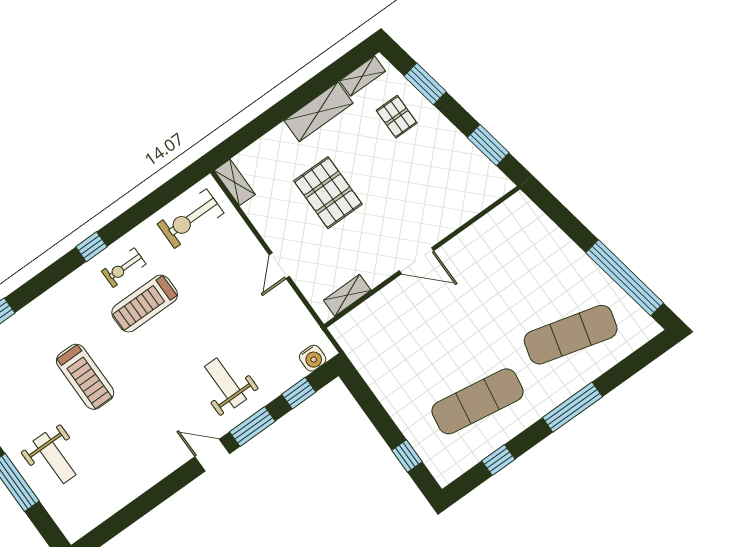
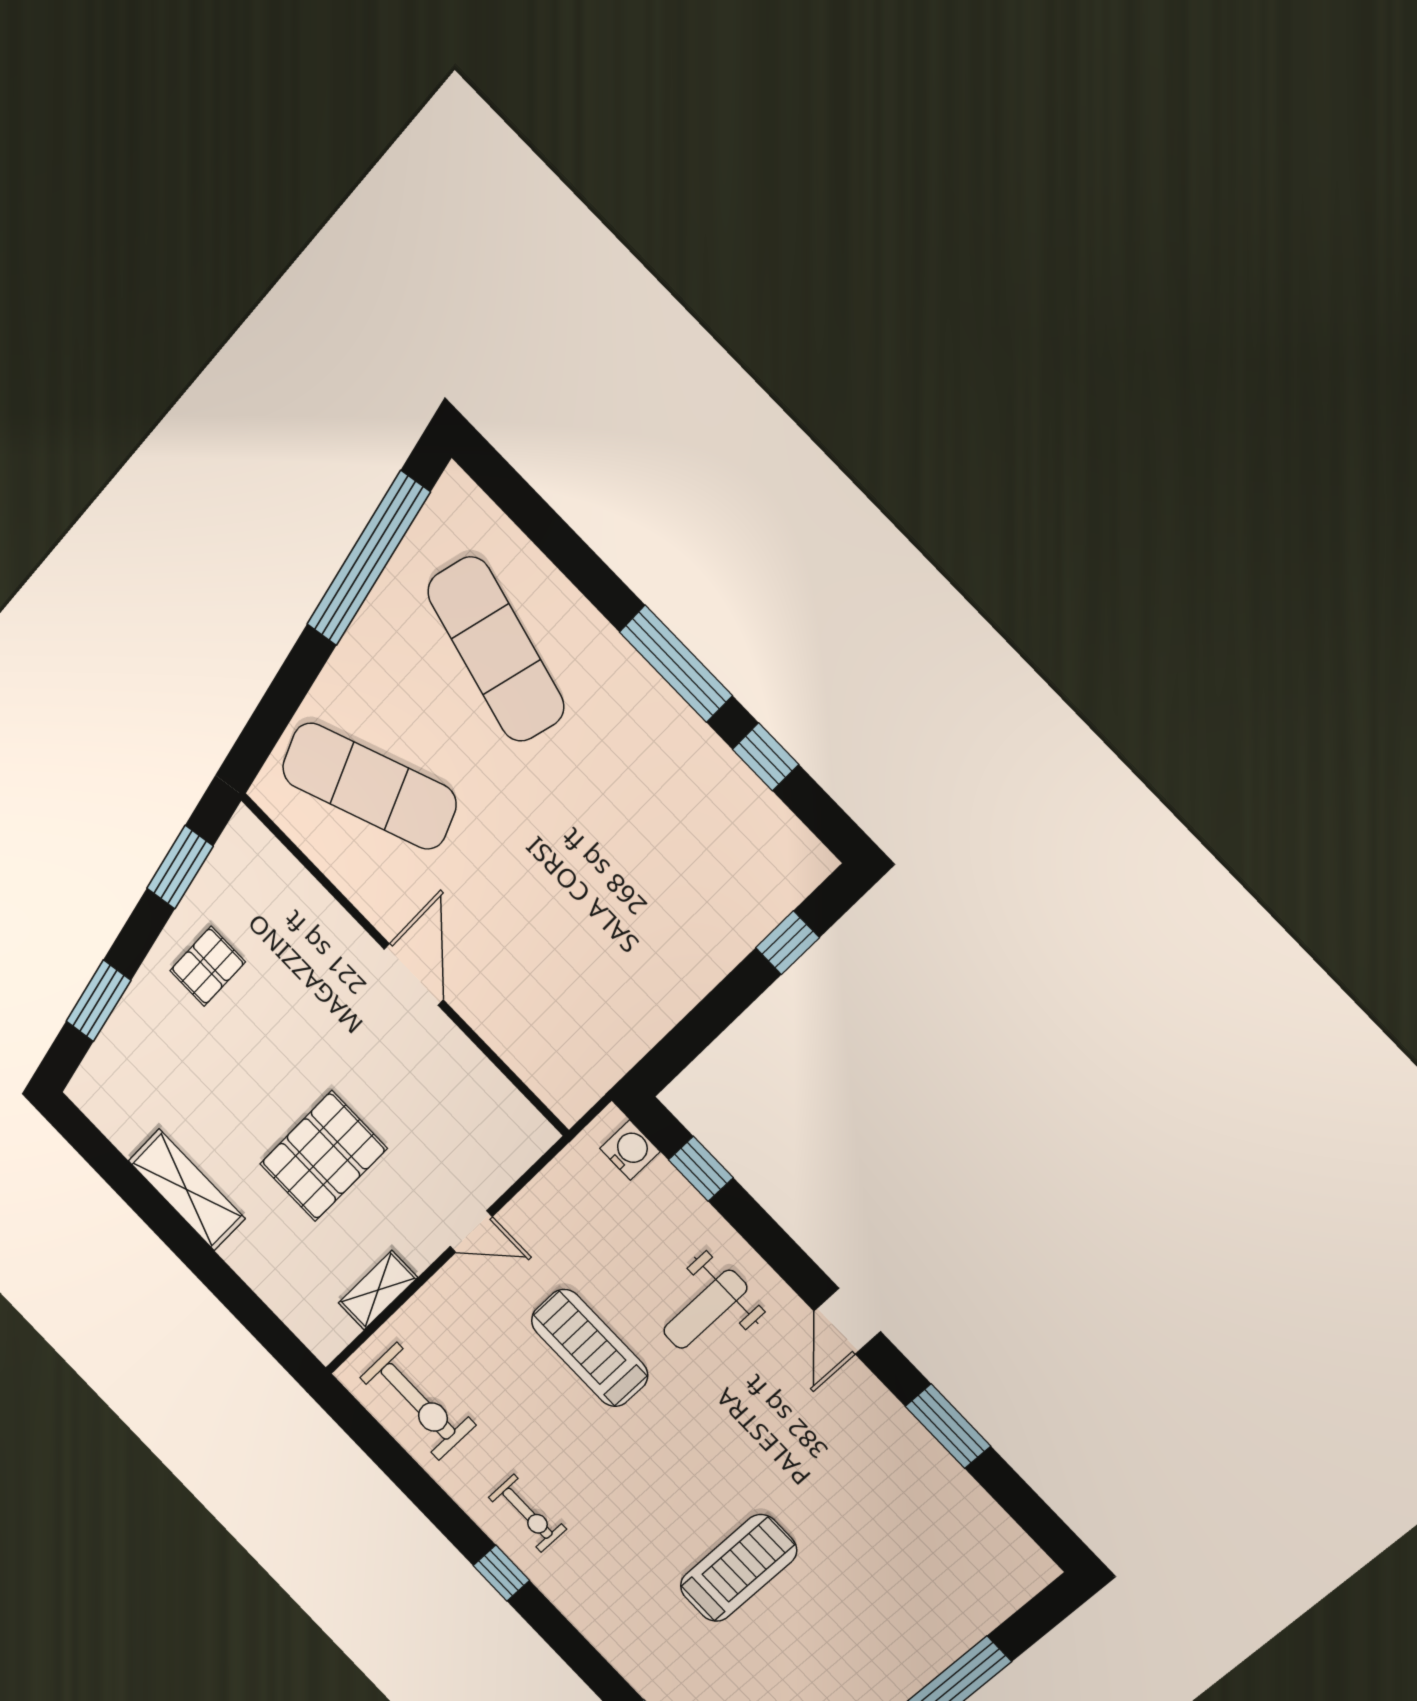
shelving: (362, 76) -> (109, 1117), removed
pallet: (397, 117) -> (208, 966), moved
shelving: (235, 182) -> (378, 1290), moved
shelving: (347, 295) -> (501, 1098), removed
treadmill: (145, 304) -> (590, 1348), moved, turned 180
exercise mat: (478, 401) -> (369, 786), moved, turned -30
window: (572, 407) -> (676, 664), moved
window: (252, 426) -> (948, 1426), moved
weight bench: (55, 458) -> (900, 1613), removed

